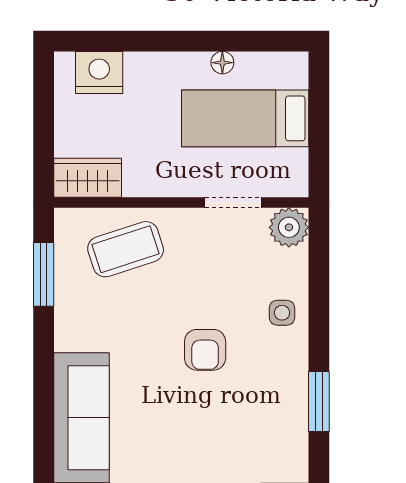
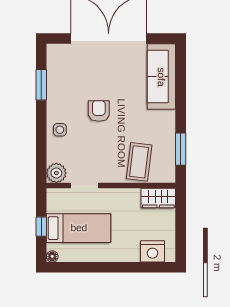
floor lamp: (222, 63) -> (52, 256), moved
window: (319, 122) -> (41, 227), added
coffee table: (126, 249) -> (139, 162), turned -65

